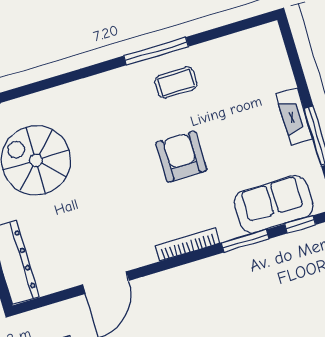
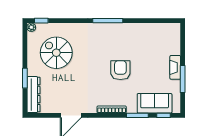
window: (156, 51) -> (108, 21), moved
coffee table: (176, 83) -> (128, 37), removed

